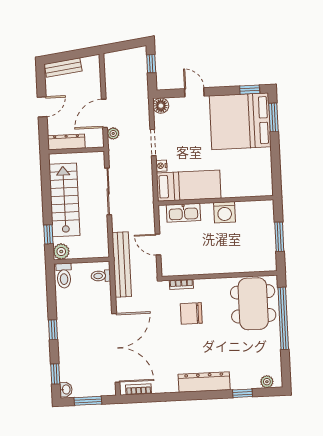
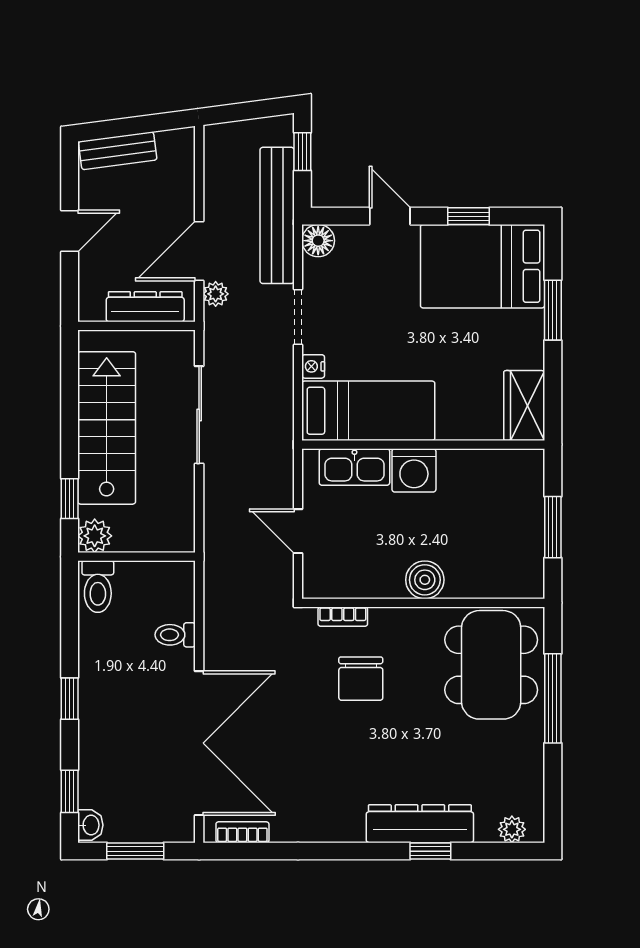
window: (250, 90) -> (469, 216), moved
window: (273, 117) -> (553, 310), moved
bed: (240, 121) -> (483, 266), width x0.73
dresser: (66, 142) -> (145, 307), moved
wardrobe: (263, 179) -> (524, 406), added
washing machine: (225, 212) -> (414, 470), moved
bench: (122, 264) -> (277, 215), moved
boiler: (220, 265) -> (425, 580), added
toilet: (101, 276) -> (175, 635), moved
chair: (191, 313) -> (361, 679), turned -90
window: (283, 318) -> (553, 698), width x0.68
dresser: (204, 382) -> (420, 824), moved
window: (242, 393) -> (430, 851), moved

